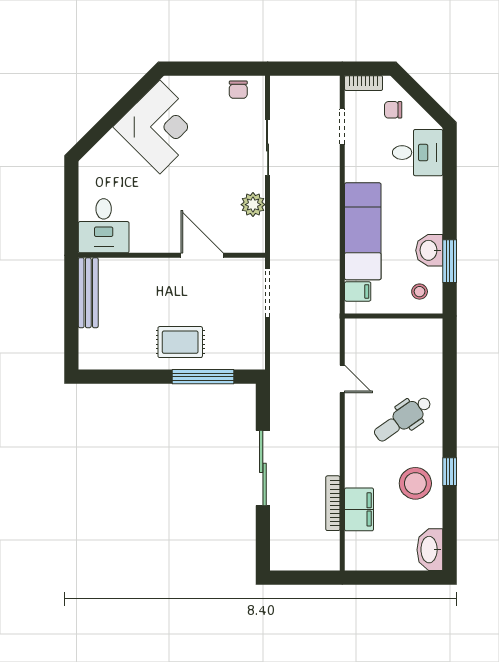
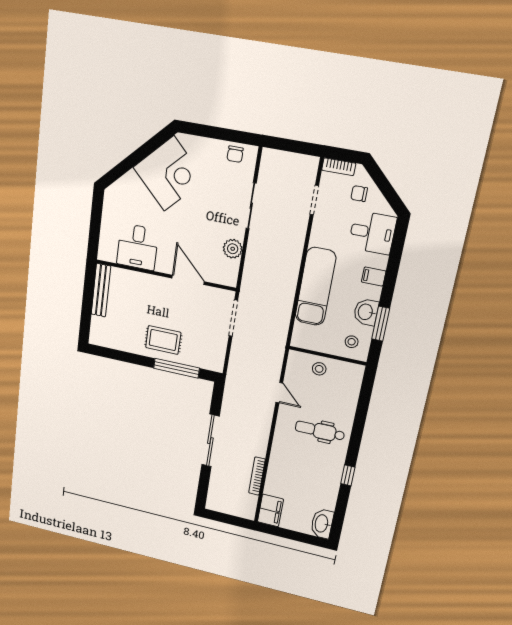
desk: (104, 226) -> (137, 247), moved
filing cabinet: (358, 291) -> (374, 276), moved, turned 180
dental chair: (403, 419) -> (320, 431), turned 35
stool: (415, 483) -> (319, 369), moved, width x0.53, depth x0.53
filing cabinet: (359, 509) -> (270, 510), moved

